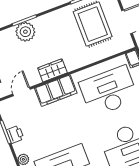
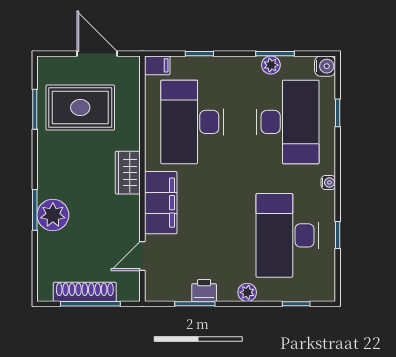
wardrobe: (52, 70) -> (128, 173), moved
door: (21, 92) -> (142, 256), hinge flipped

